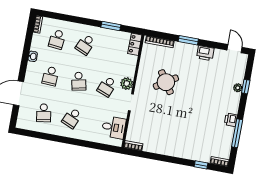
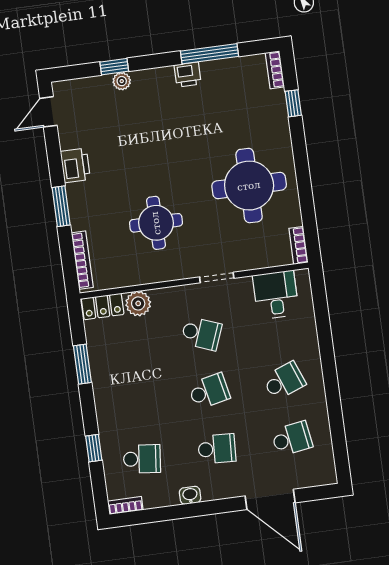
window: (70, 18) -> (94, 448), added
school desk: (85, 44) -> (134, 401), removed
round table: (166, 82) -> (156, 223), turned 33
plant: (127, 84) -> (138, 303), moved
school desk: (72, 118) -> (284, 381), turned -45
round table: (169, 132) -> (249, 186), added

